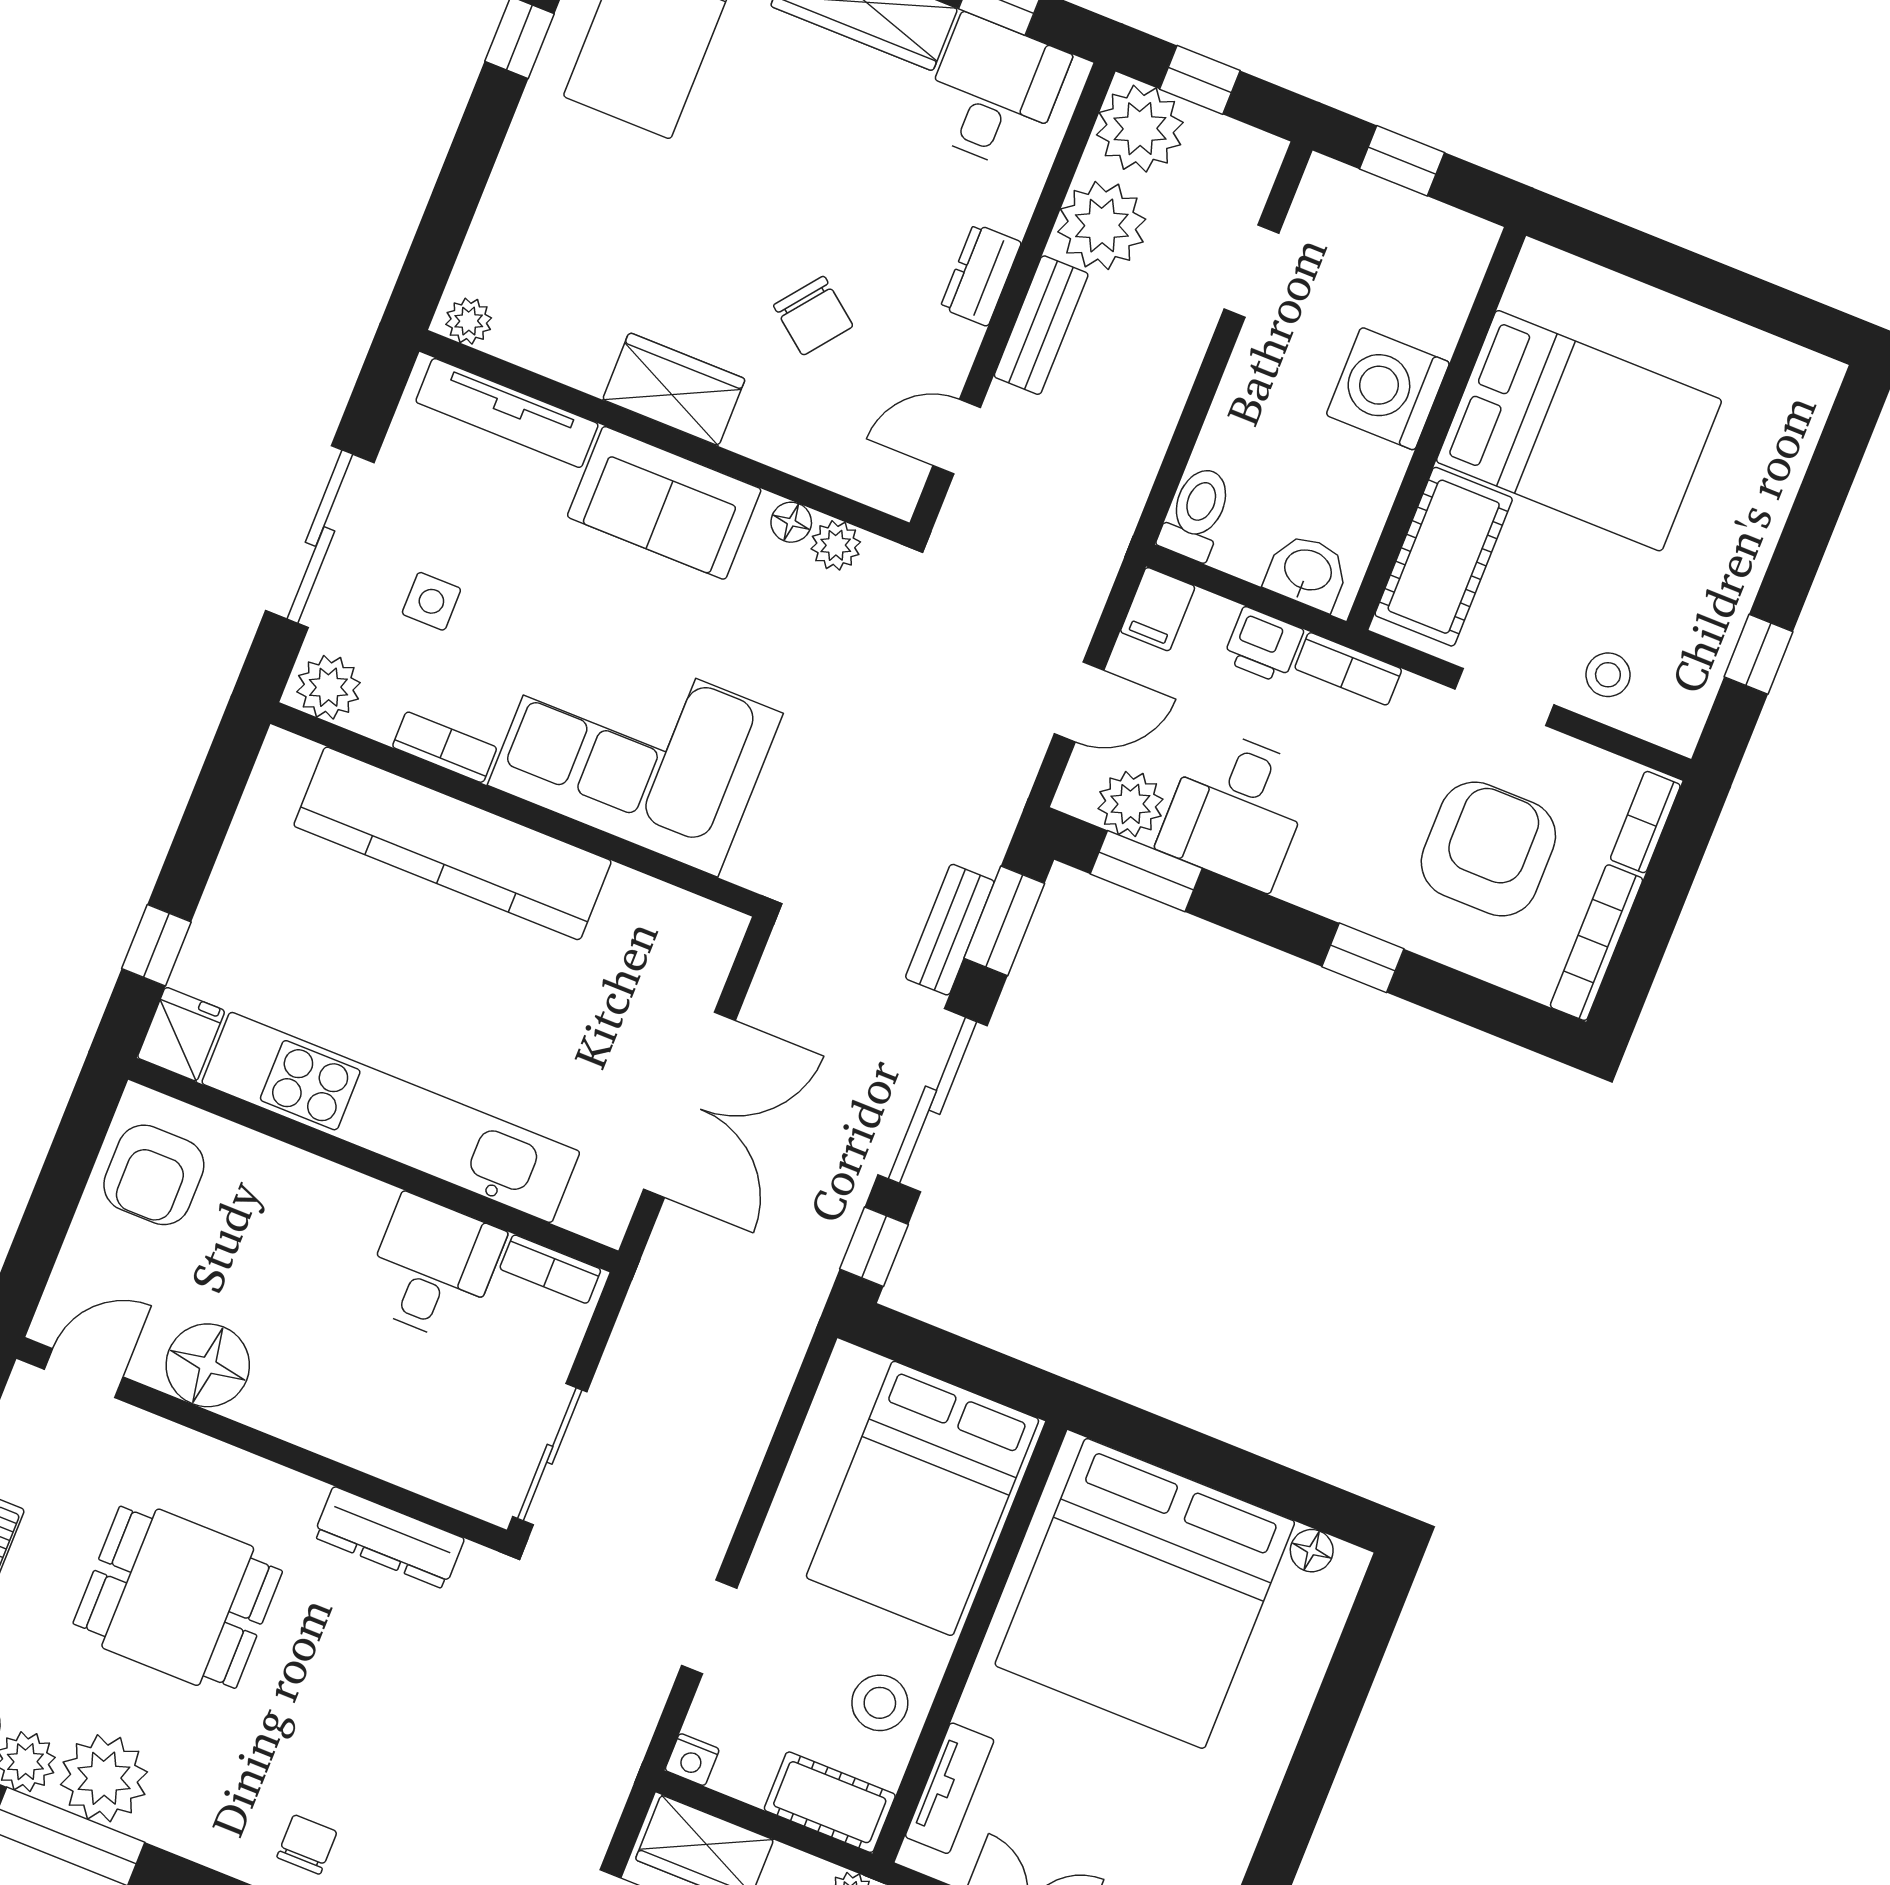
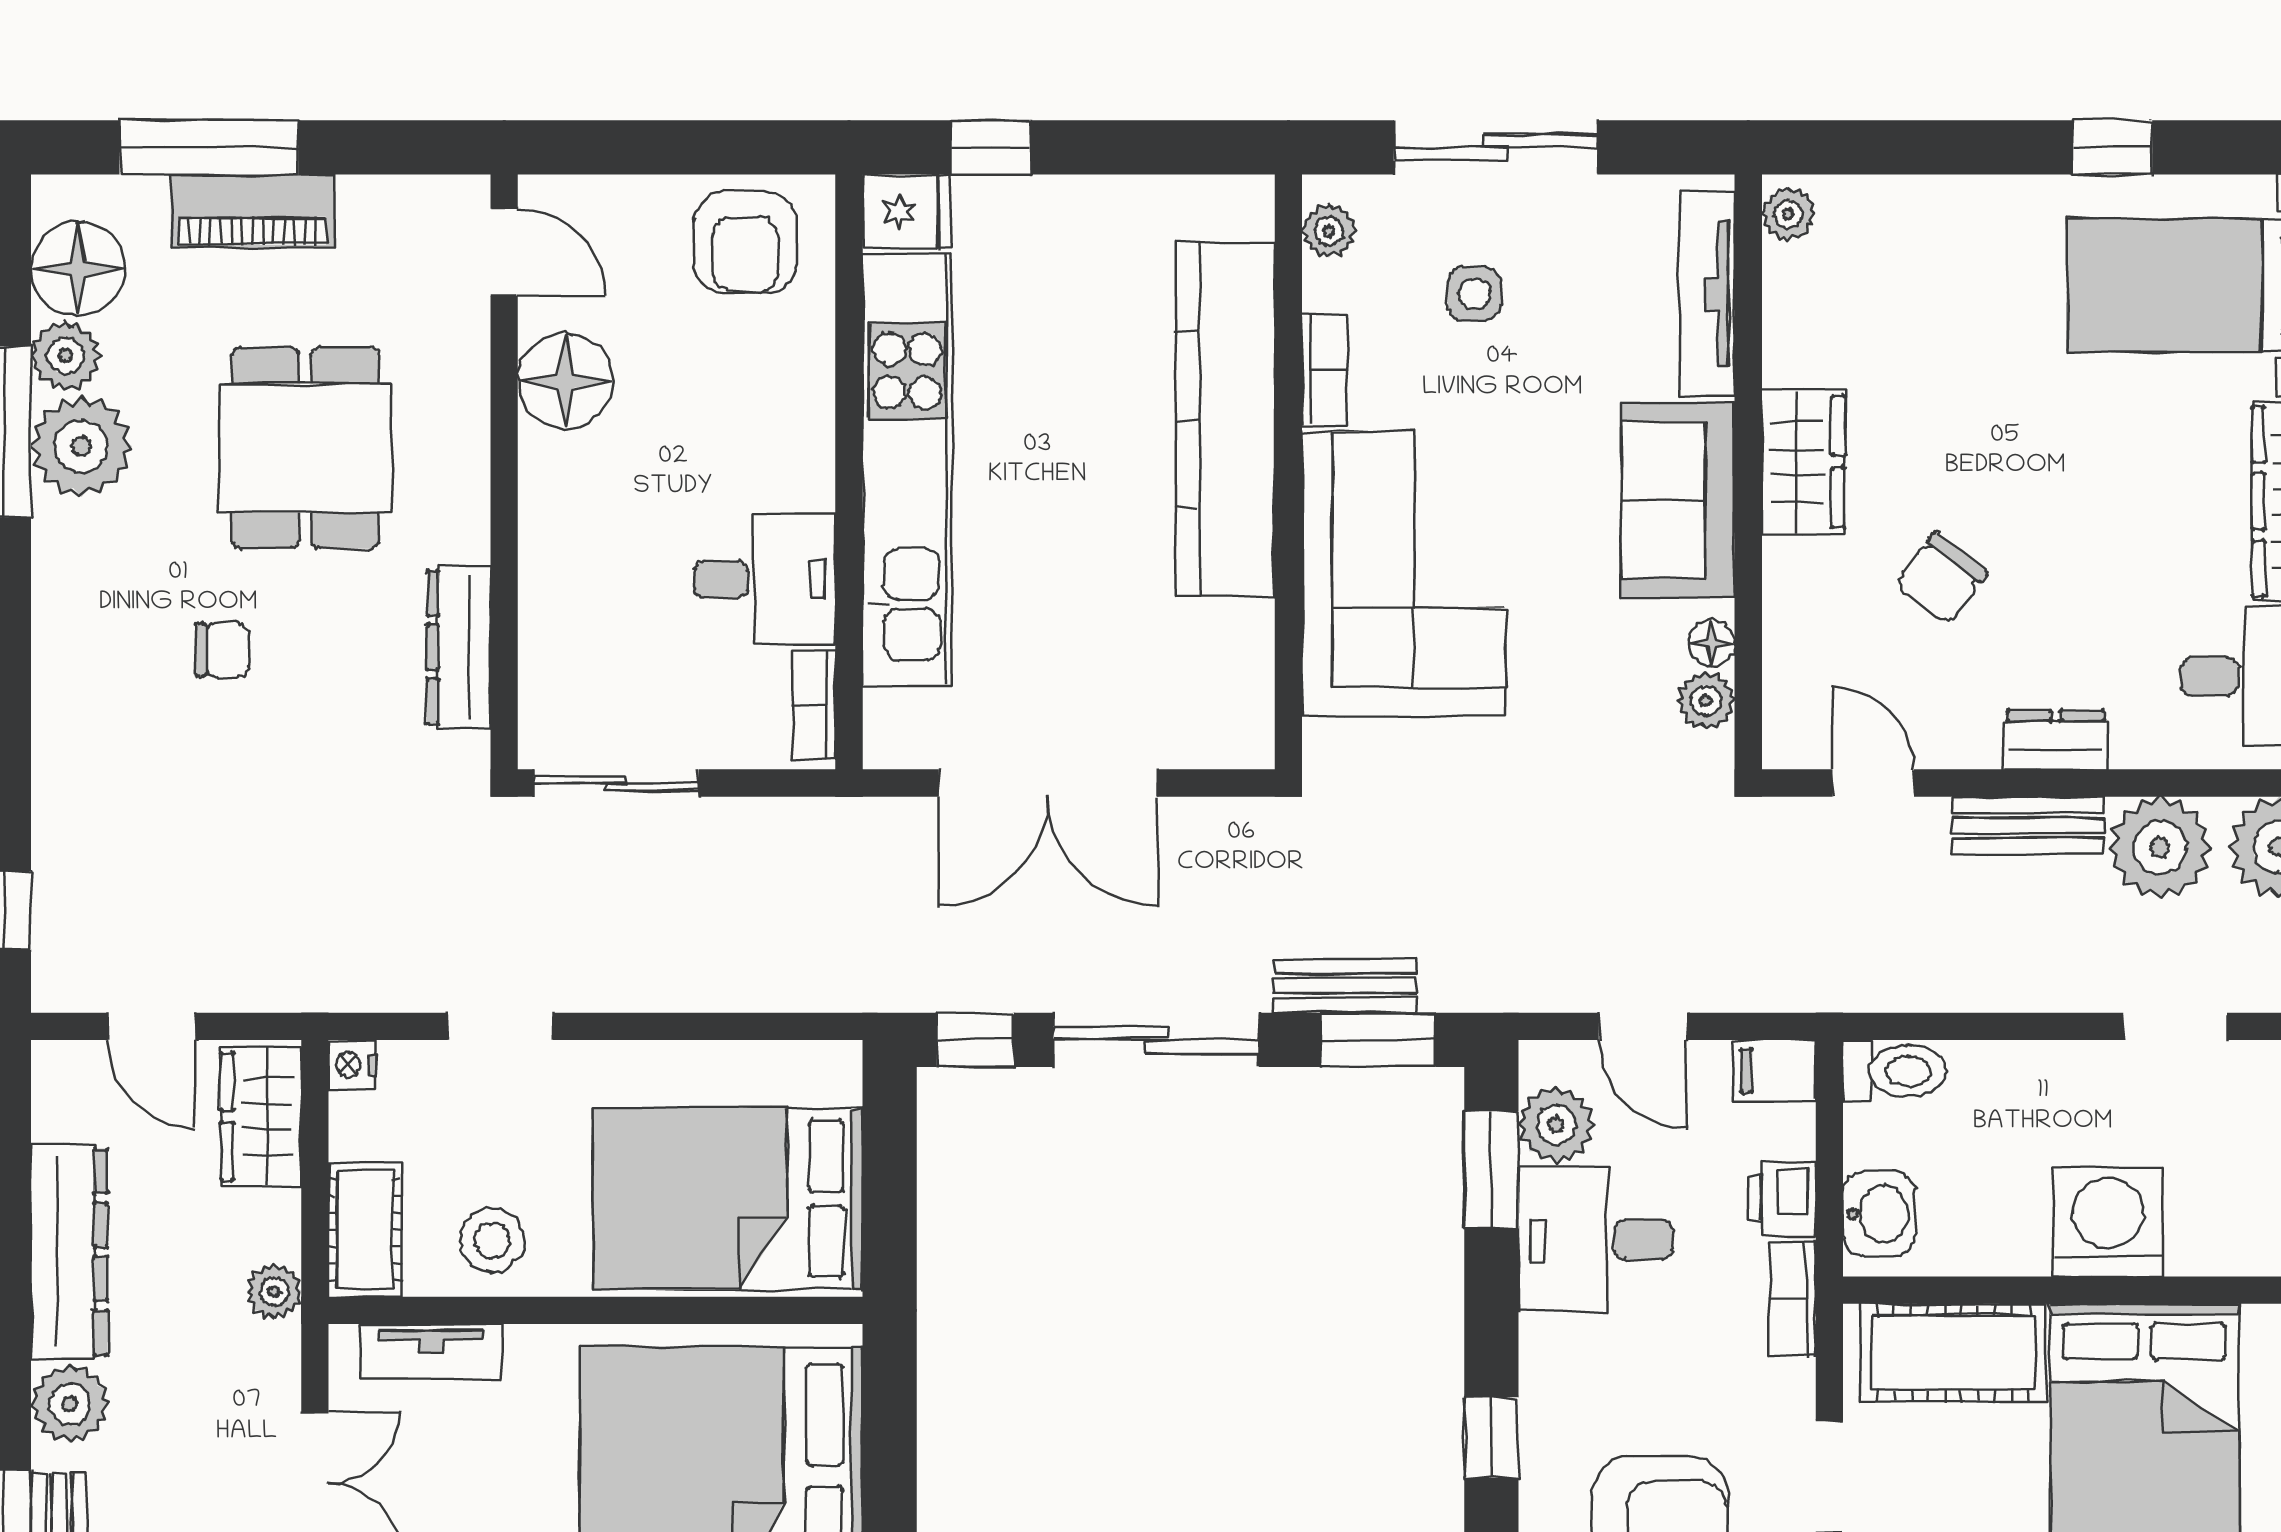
plant: (329, 687) -> (1329, 231), width x0.73, depth x0.73
armchair: (154, 1175) -> (745, 242), turned -90
chair: (307, 1844) -> (222, 650), moved

